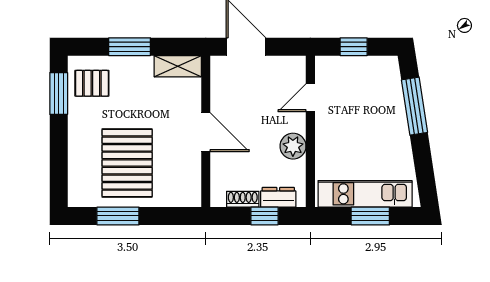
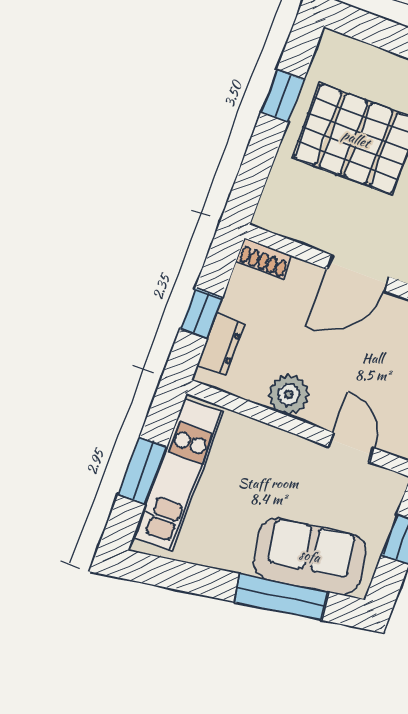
sofa: (384, 98) -> (310, 556), added
shoe rack: (243, 199) -> (264, 259), moved, turned 90
window: (118, 216) -> (282, 96), width x0.67

